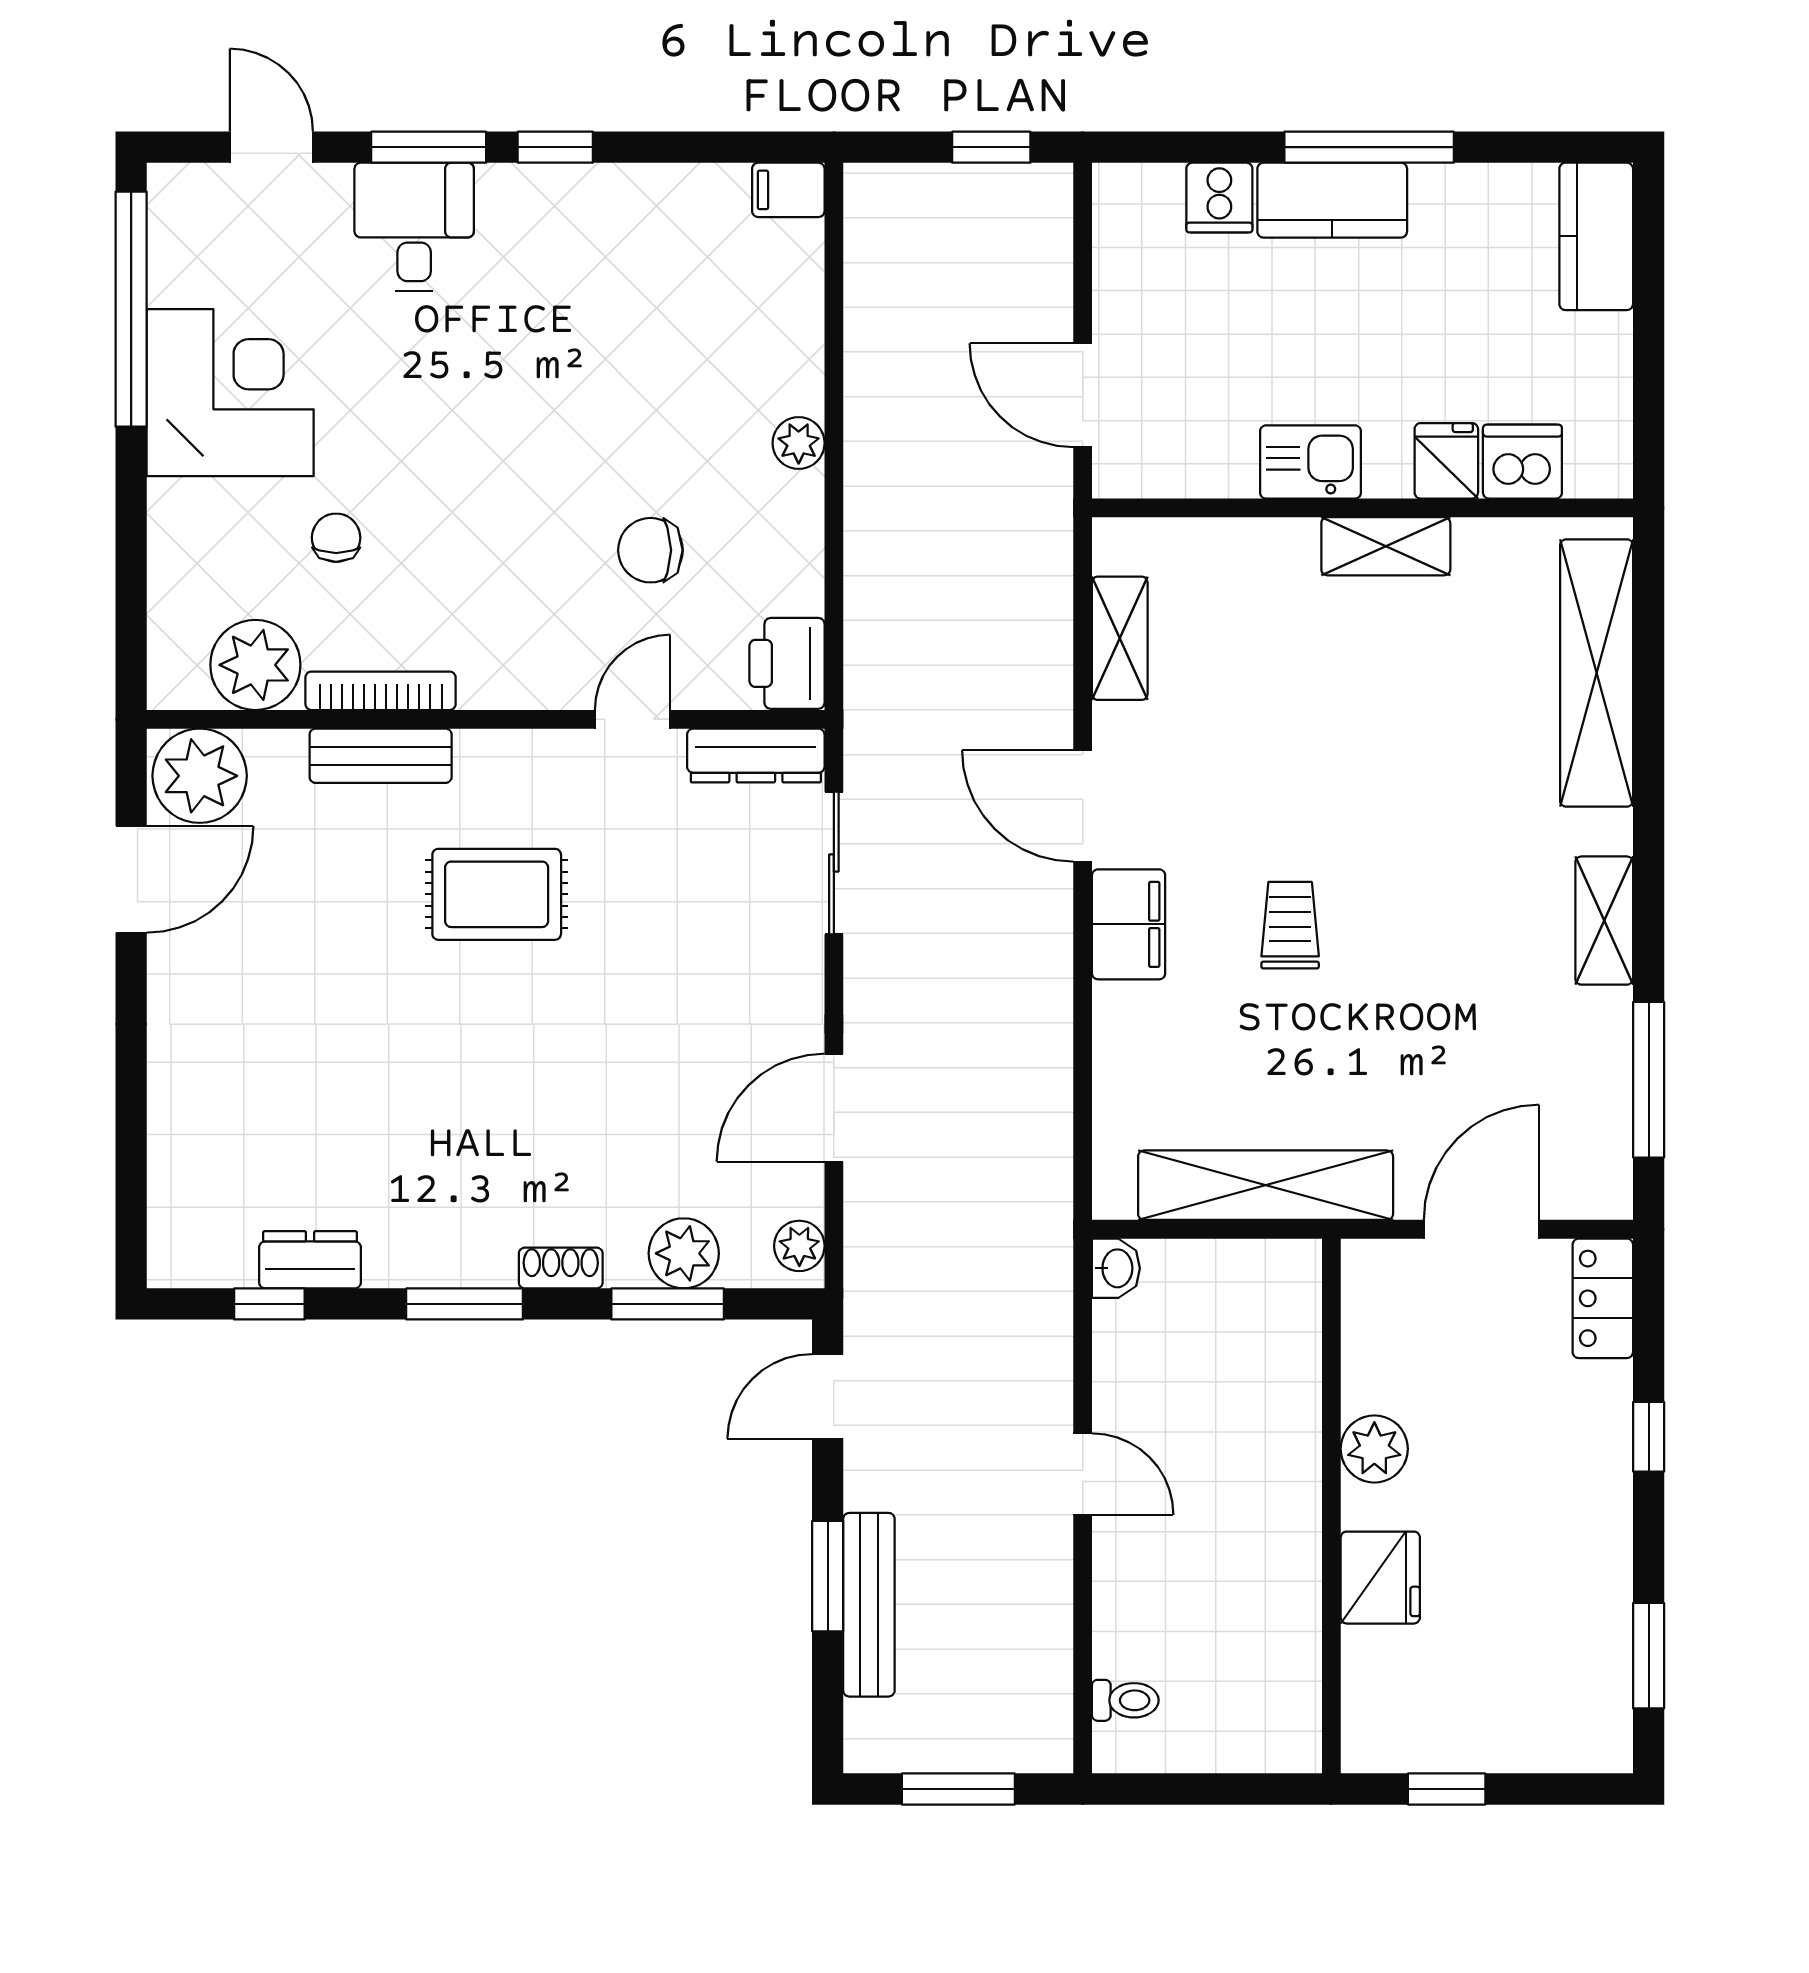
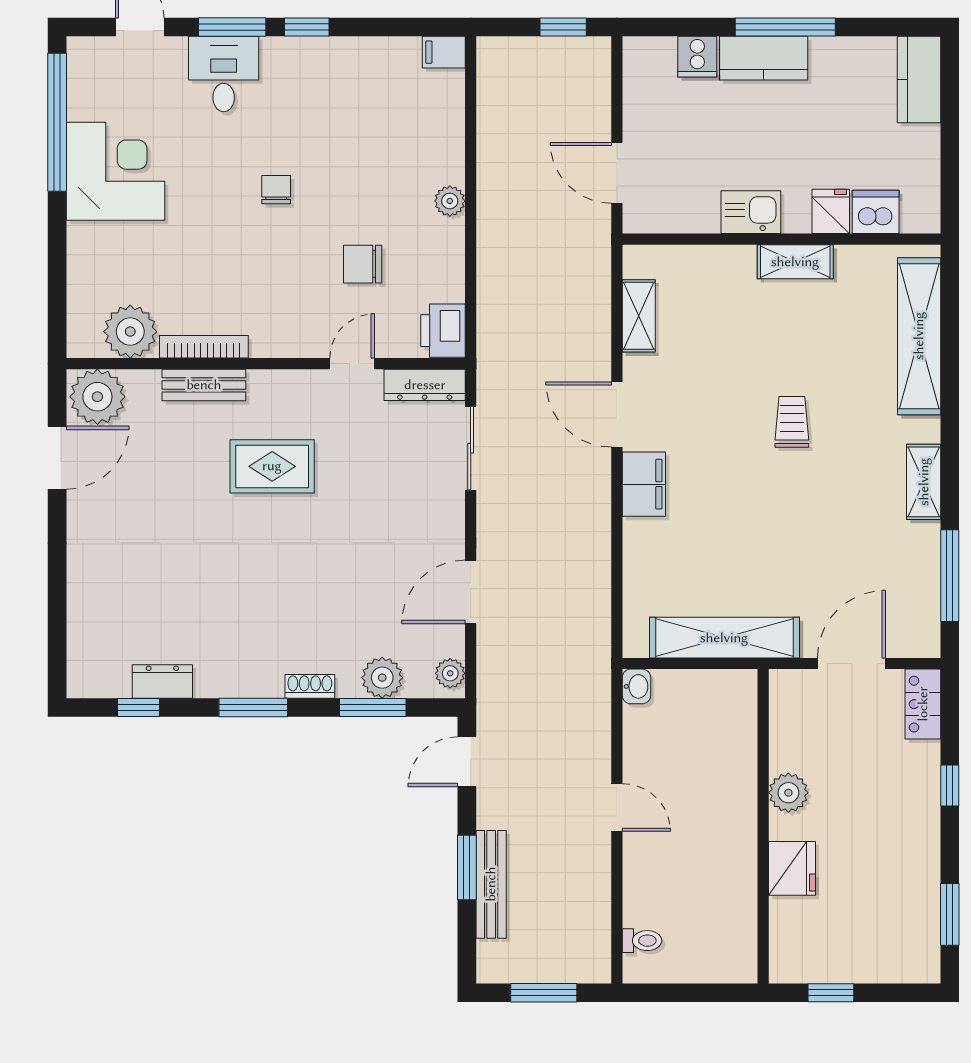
chair: (336, 538) -> (276, 190), moved
trolley: (1290, 925) -> (792, 422), moved

